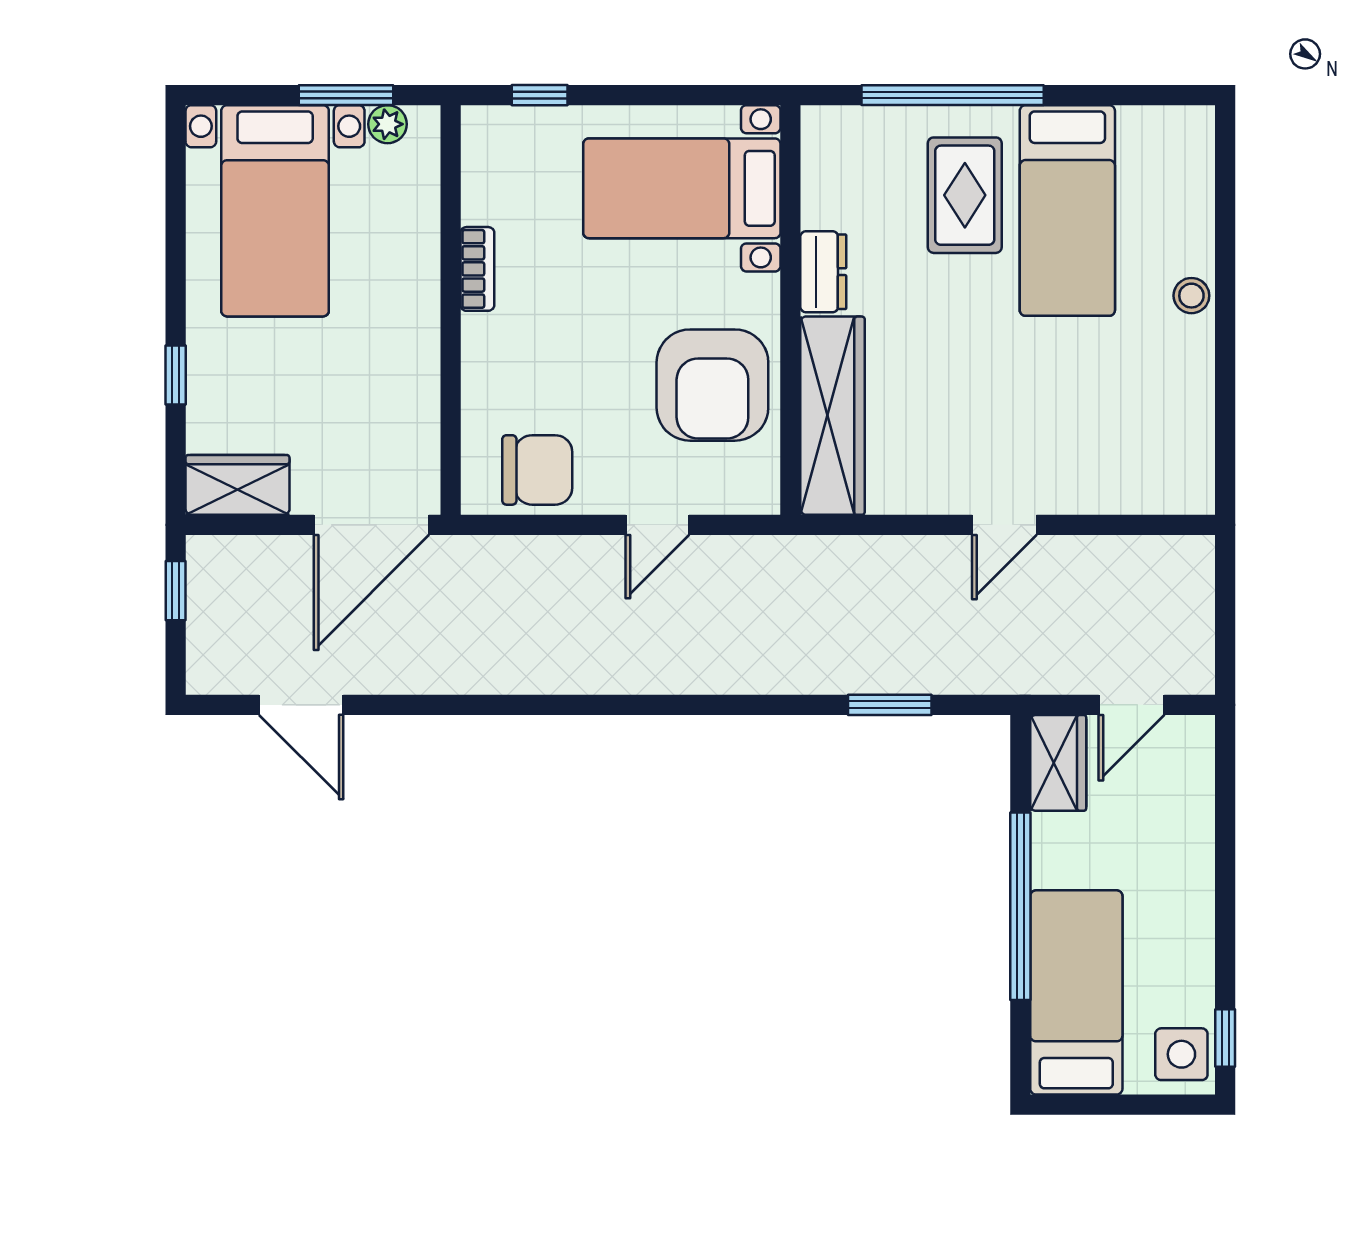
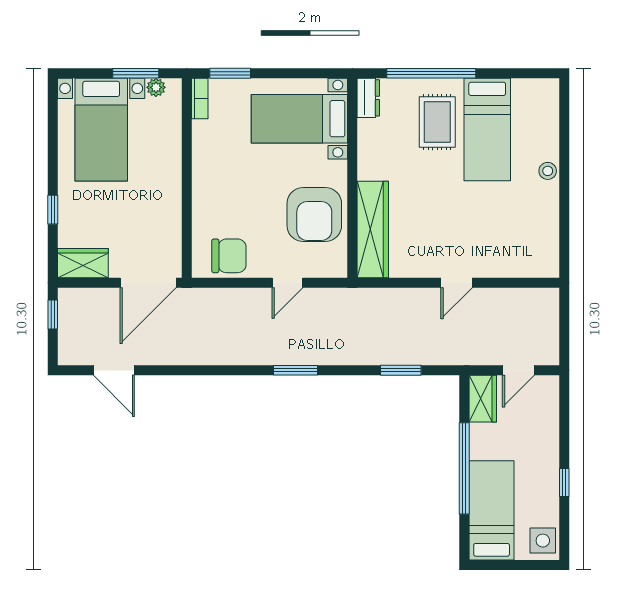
window: (540, 95) -> (230, 73), width x1.50
bookcase: (477, 269) -> (200, 99), moved
dresser: (823, 272) -> (368, 98), moved
window: (674, 705) -> (295, 370), added
window: (1225, 1038) -> (564, 482), moved

